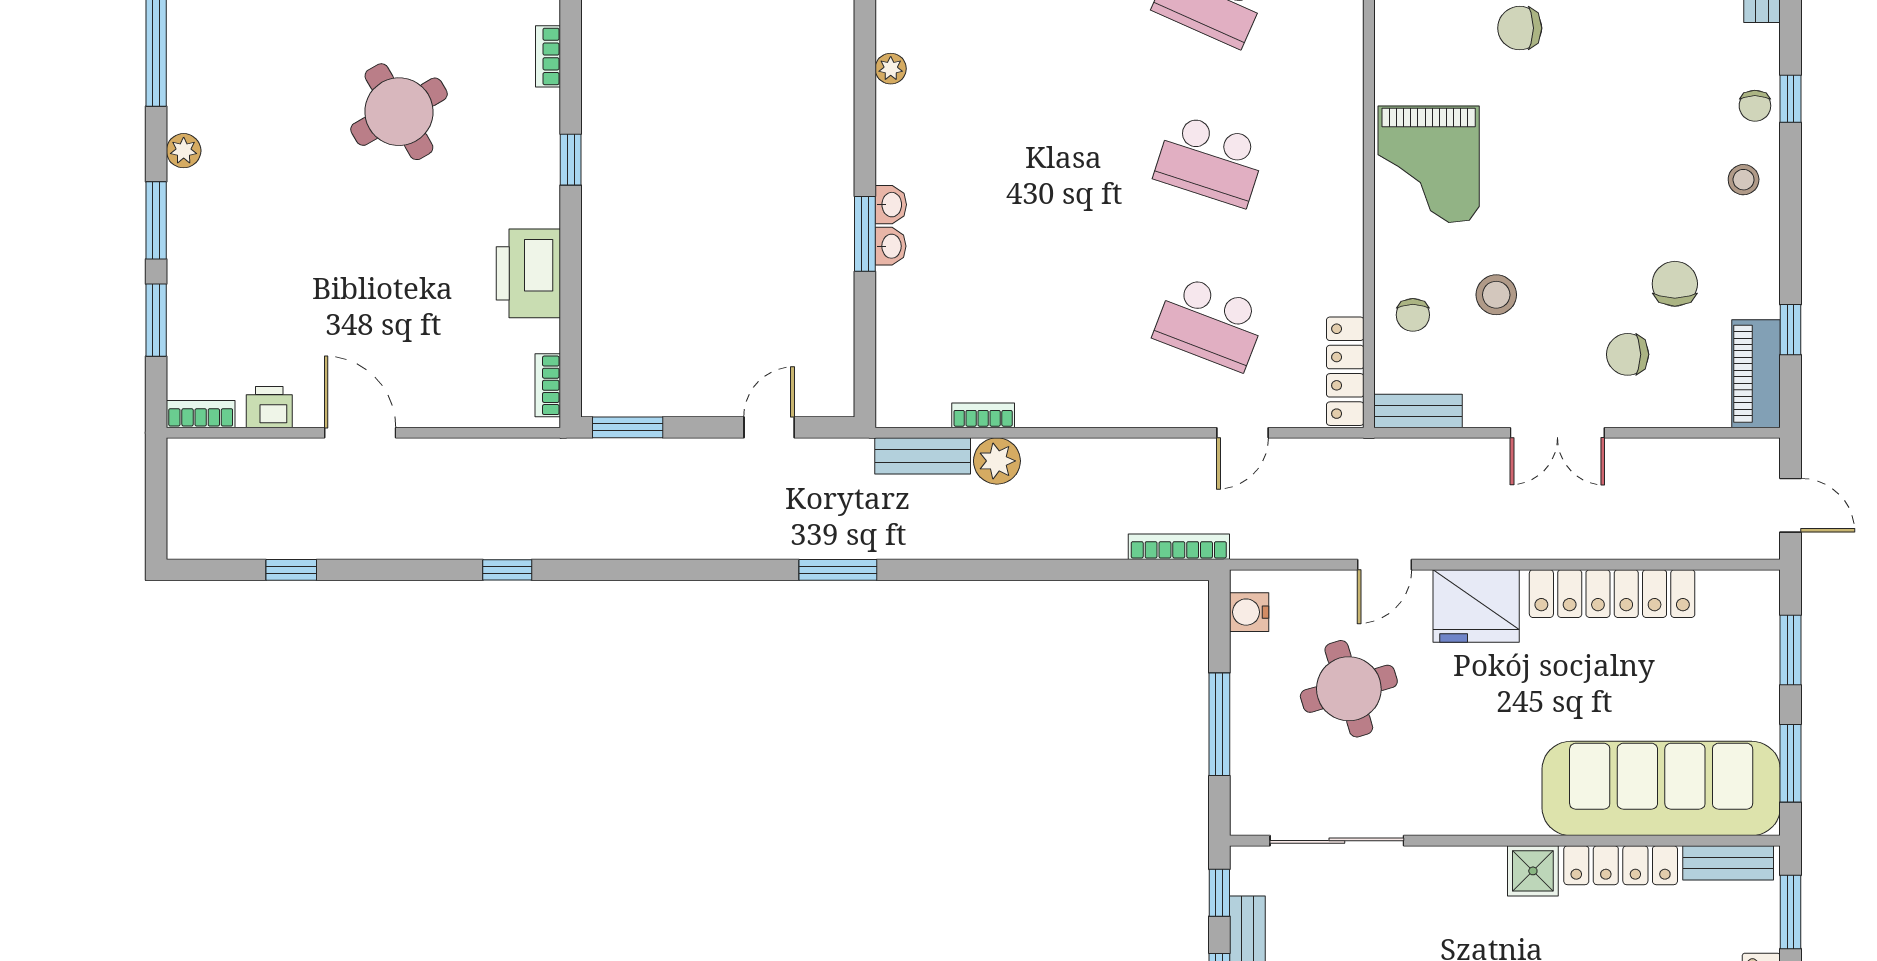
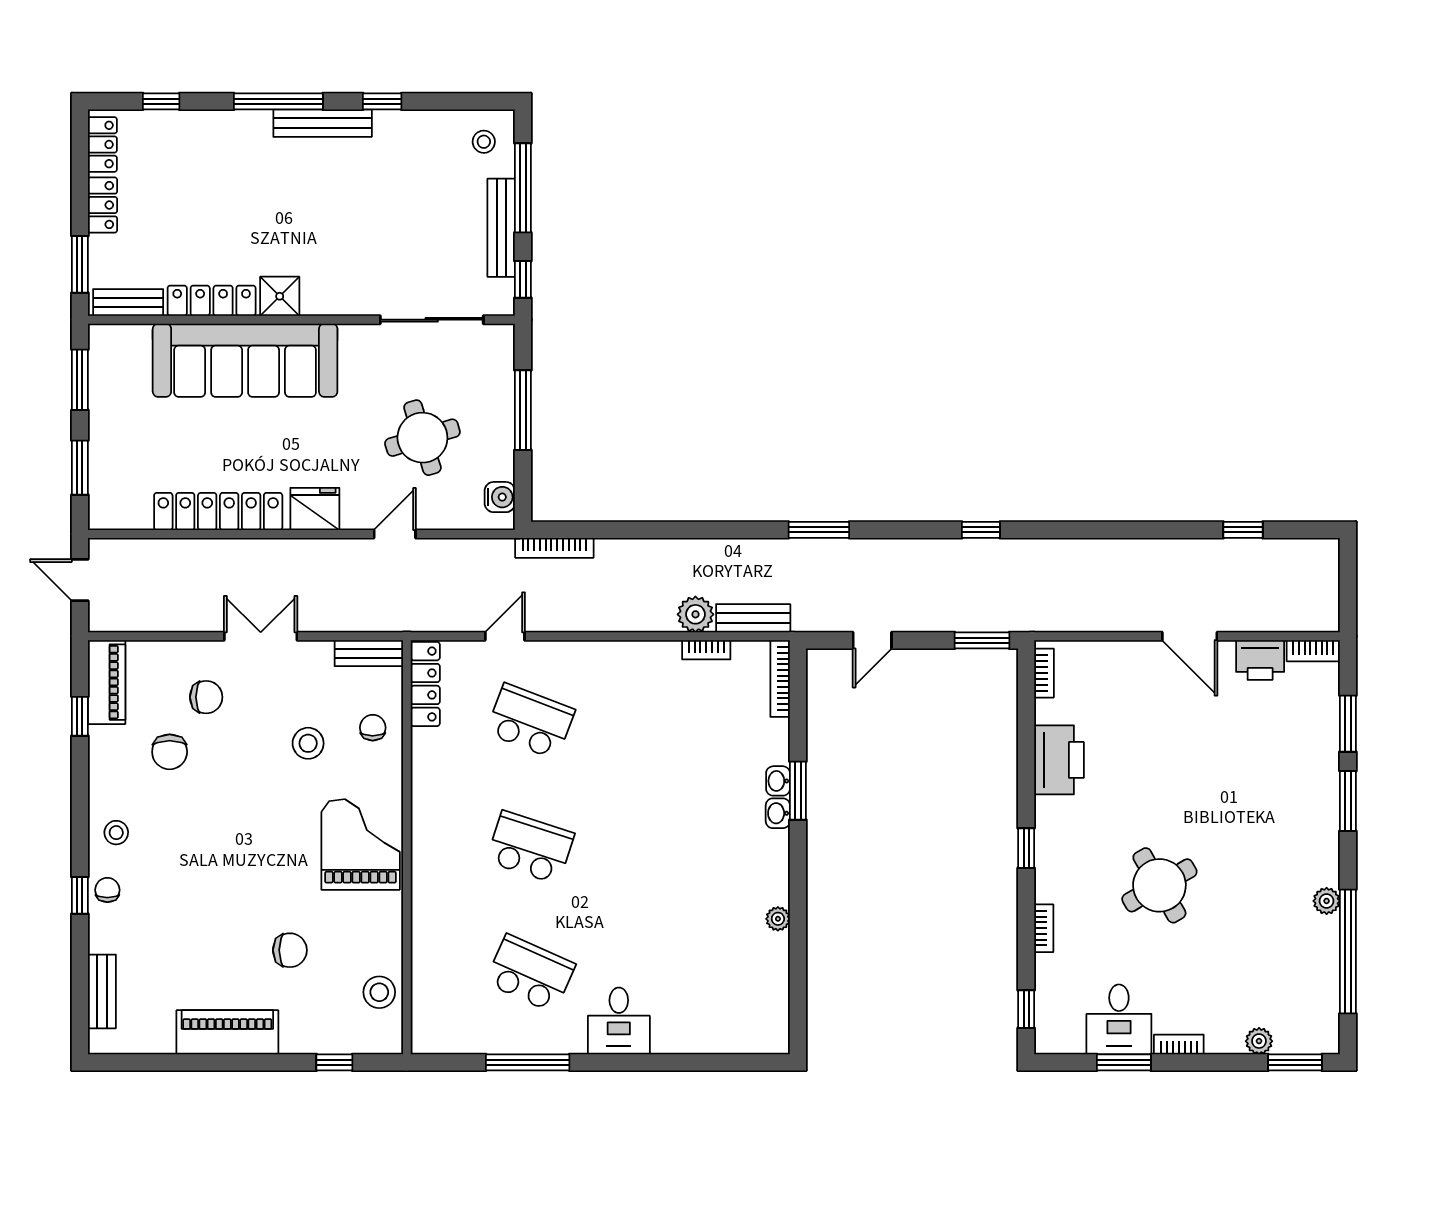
plant: (184, 151) -> (1327, 901), moved
bookcase: (888, 378) -> (780, 679), added
printer: (269, 407) -> (1260, 660), width x1.36, depth x1.24
window: (507, 570) -> (981, 530), moved
fridge: (1476, 606) -> (315, 509), width x0.73, depth x0.75
sofa: (1661, 788) -> (245, 360), moved

